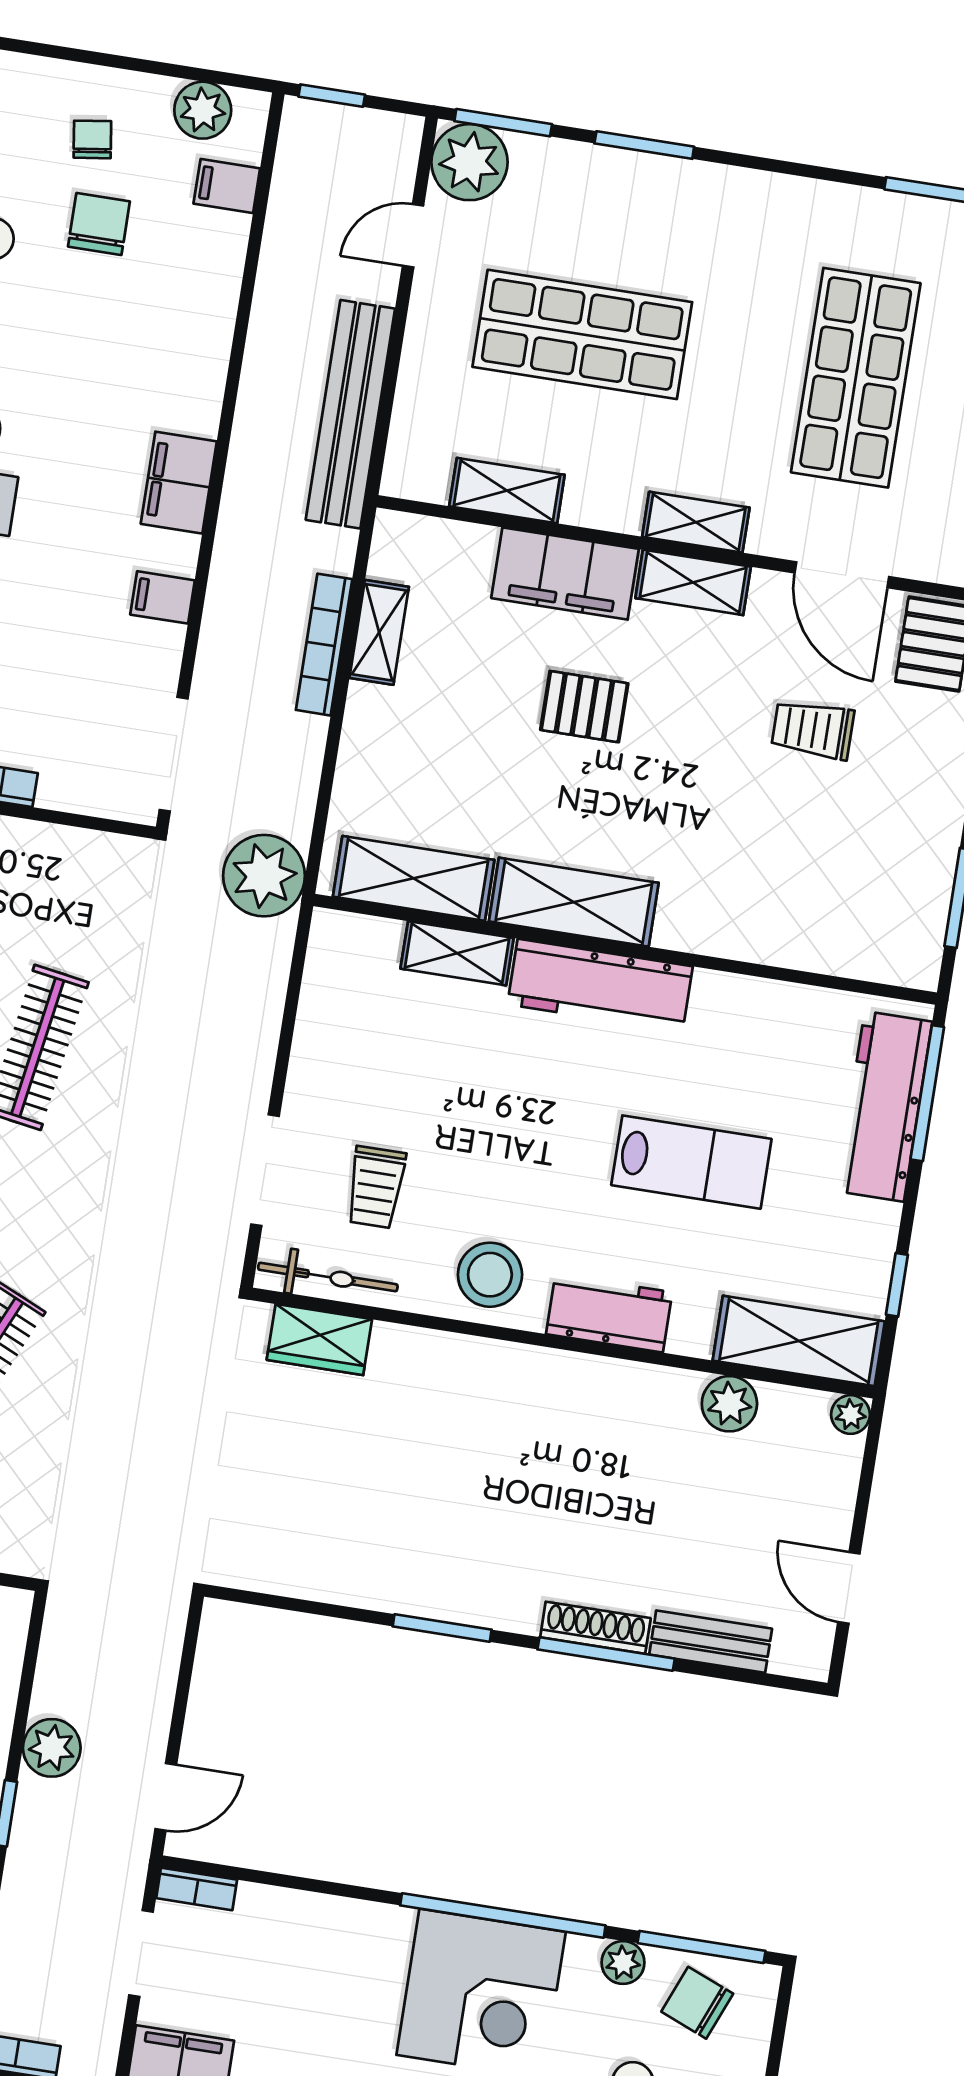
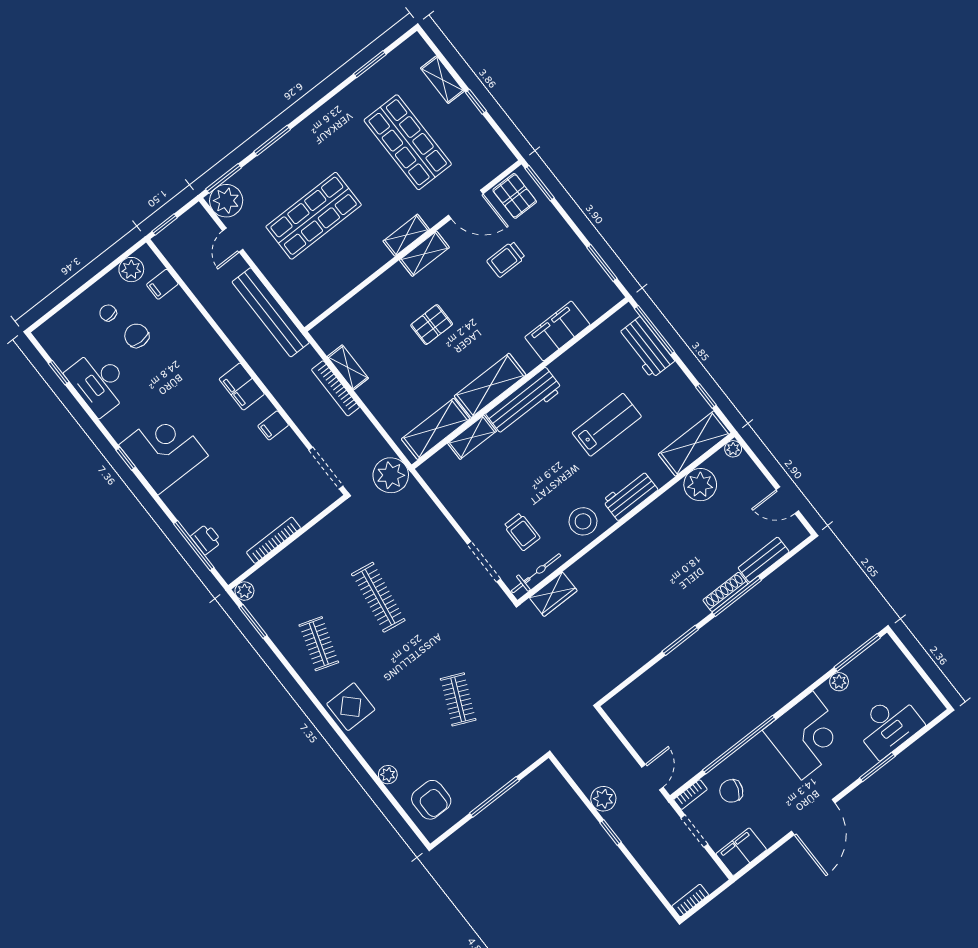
shelving: (507, 491) -> (341, 285), removed
filing cabinet: (565, 573) -> (557, 331), moved, turned 180
workbench: (884, 1106) -> (646, 348), width x0.73
plant: (729, 1404) -> (700, 485), width x1.36, depth x1.36
window: (503, 1915) -> (739, 745), moved
chair: (697, 2003) -> (731, 791), moved

